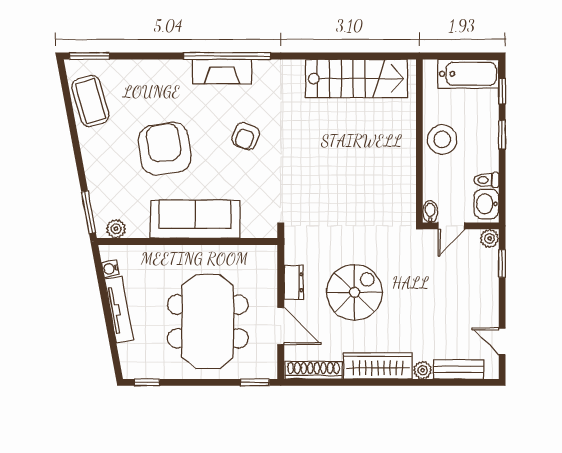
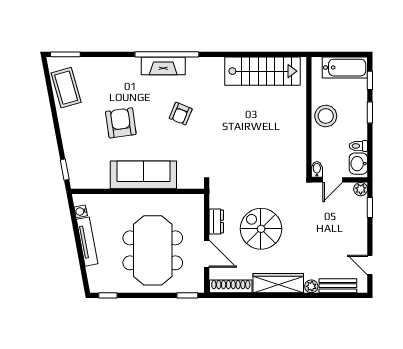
armchair: (165, 149) -> (121, 123), width x0.73, depth x0.73
window: (89, 212) -> (65, 170), width x0.67
plant: (116, 229) -> (85, 182), removed
spiral stairs: (354, 292) -> (261, 229), turned -90

